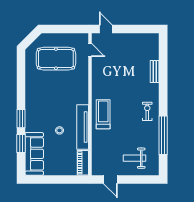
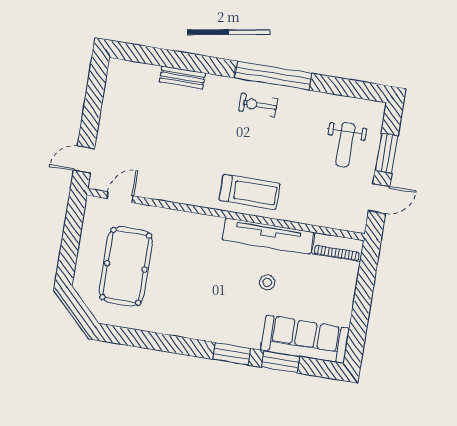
treadmill: (103, 114) -> (250, 192), turned 180
window: (163, 135) -> (273, 76), moved
window: (134, 179) -> (387, 153), added

